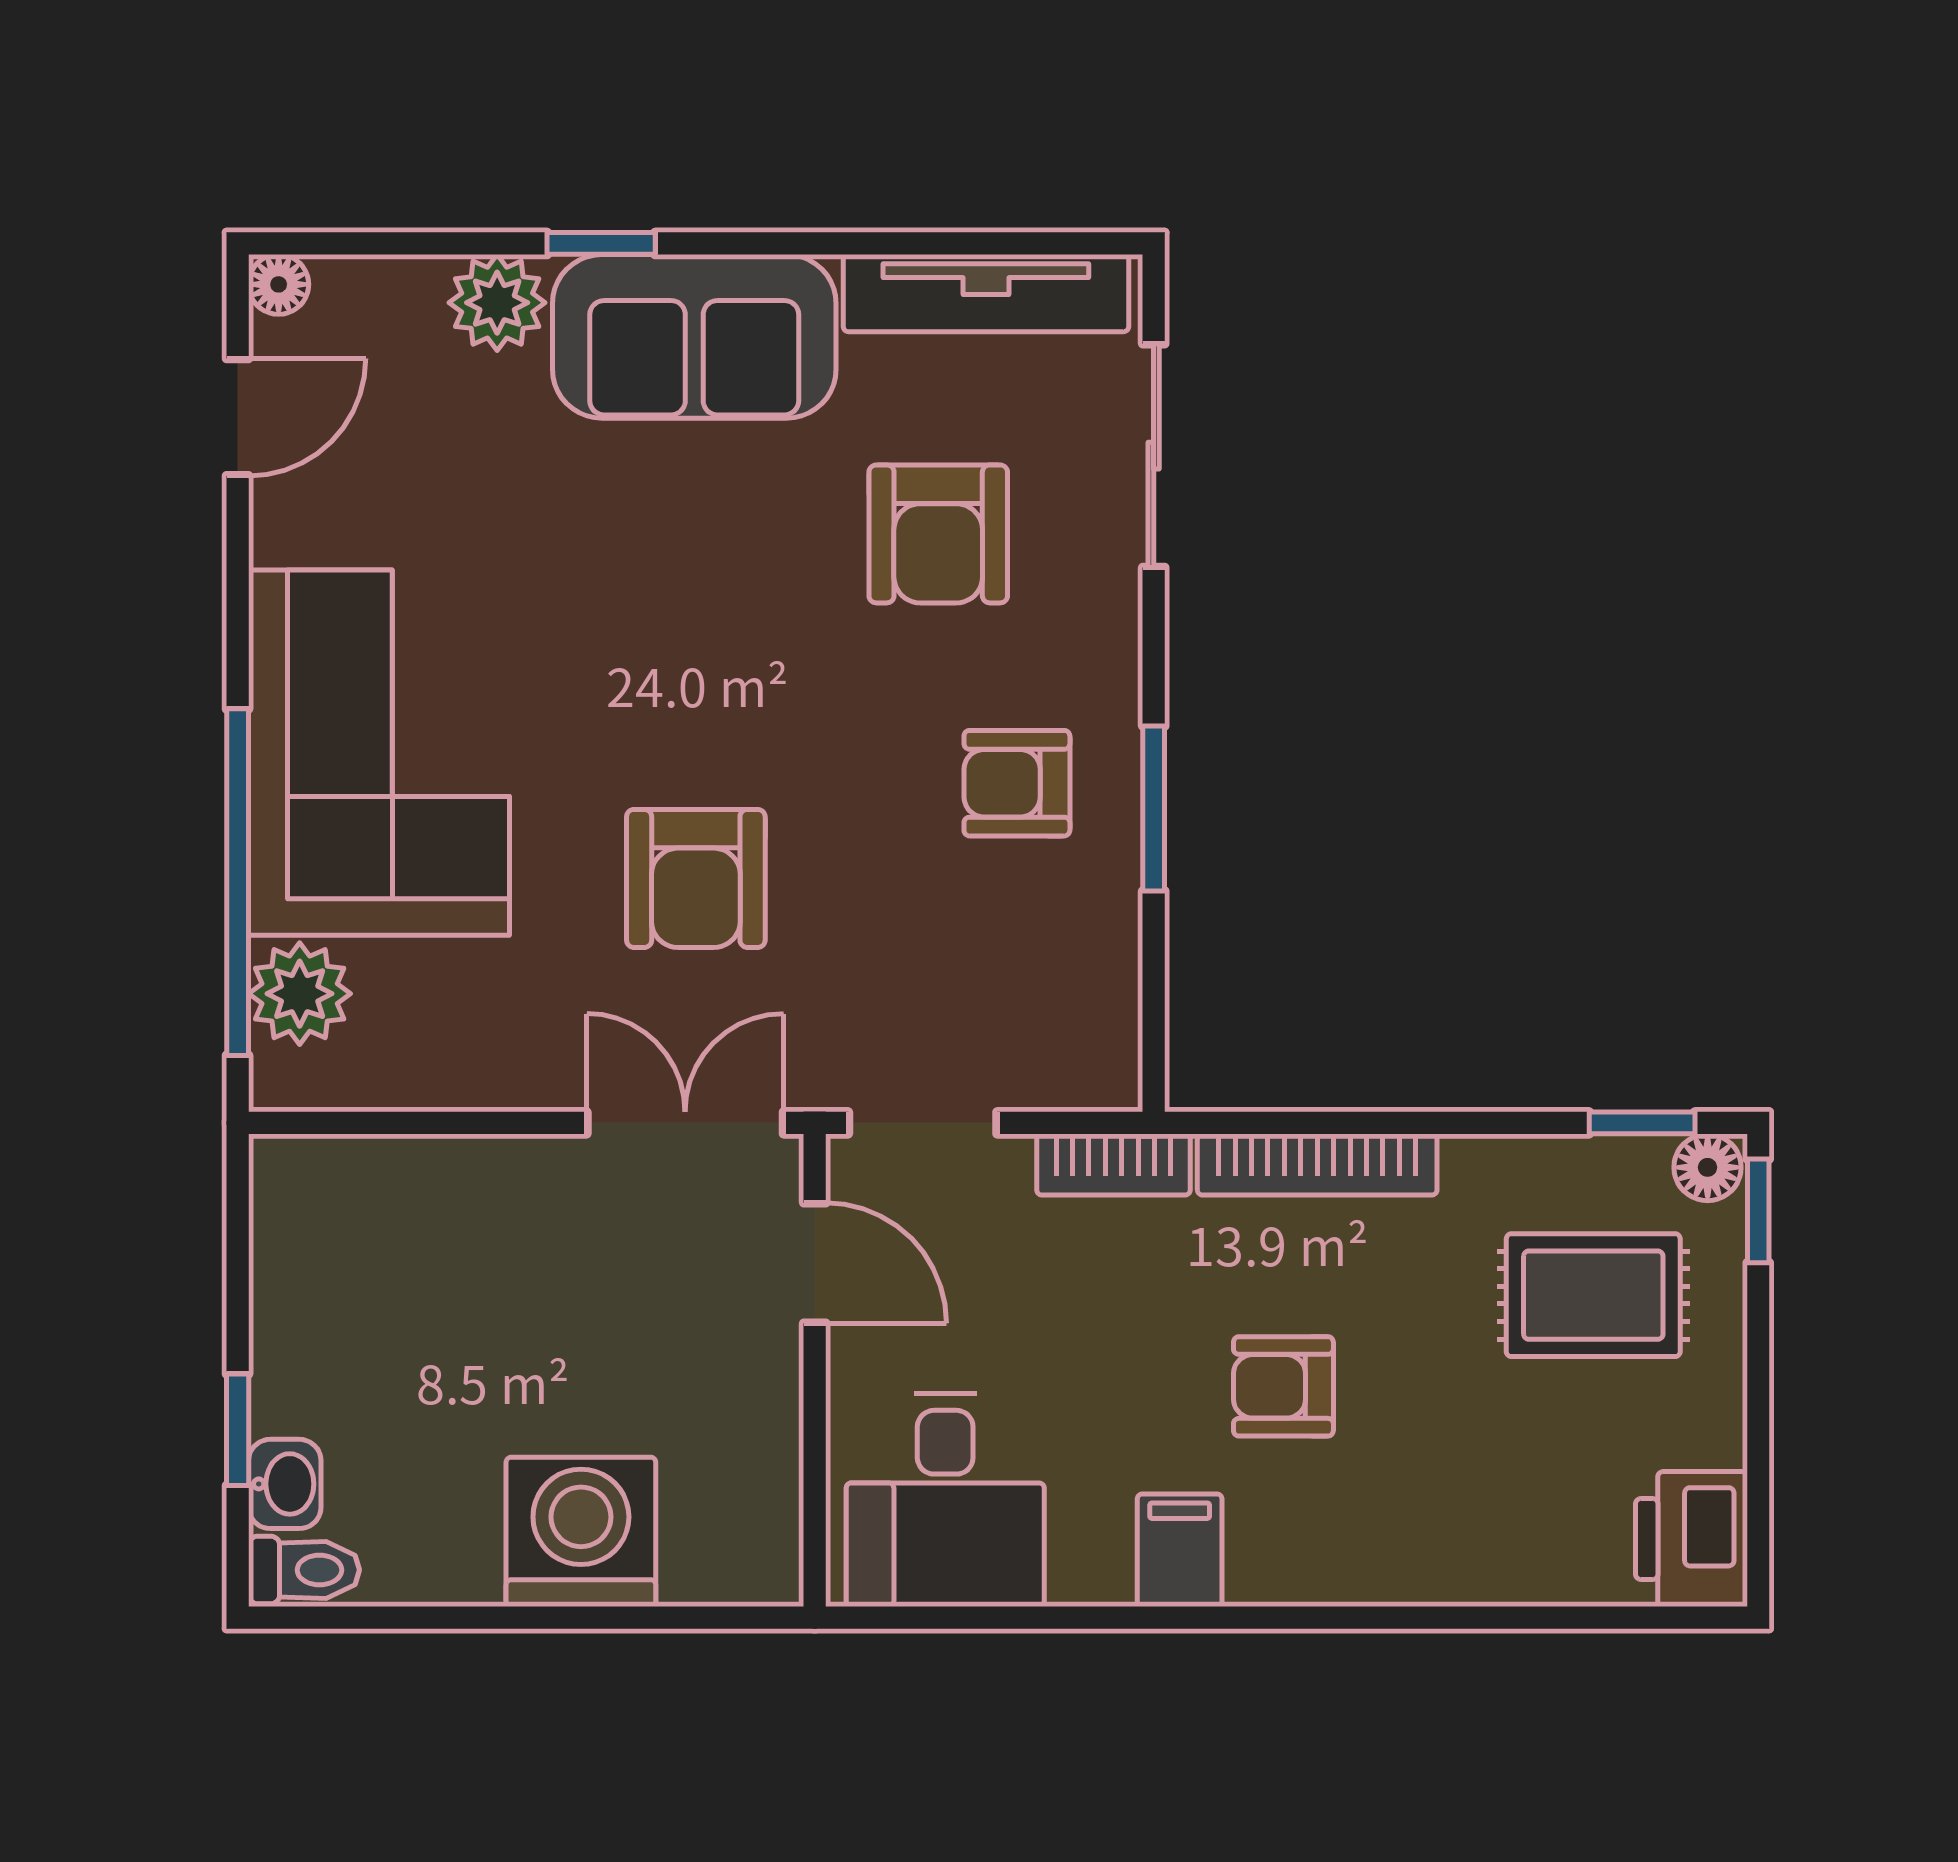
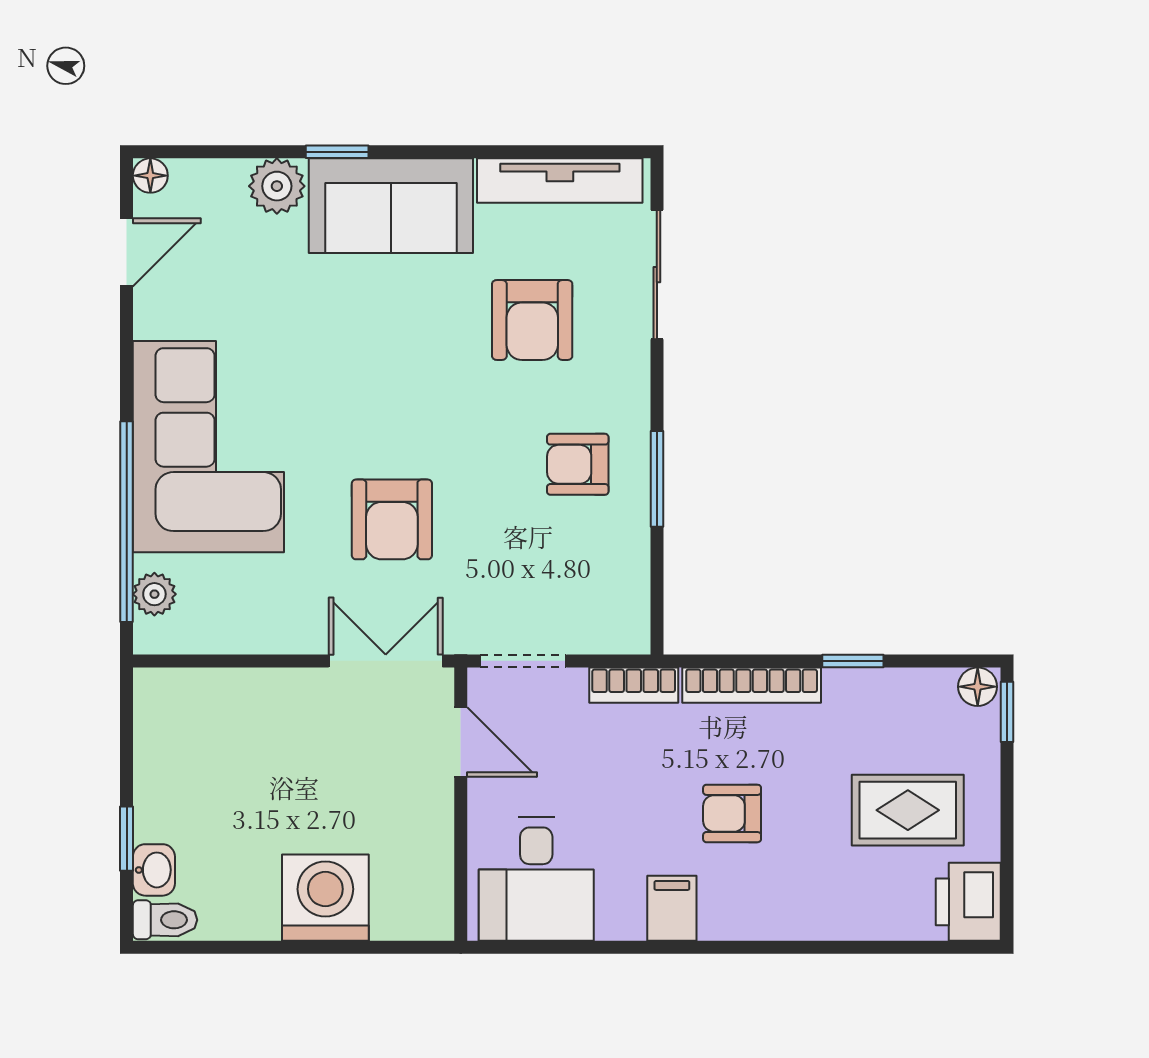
plant: (300, 994) -> (154, 594), width x0.73, depth x0.73
window: (1642, 1123) -> (853, 661), moved
rug: (1593, 1295) -> (908, 810), moved

